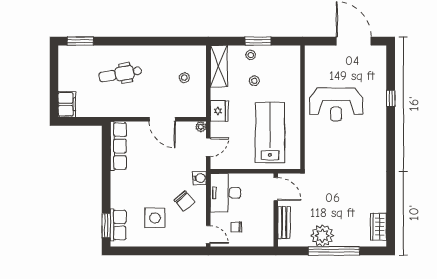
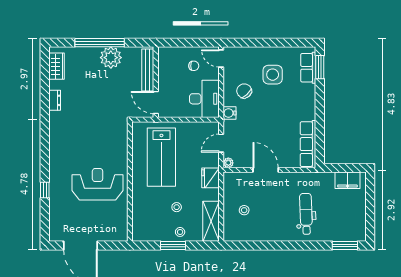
dental chair: (120, 74) -> (306, 214), turned -82
filing cabinet: (67, 104) -> (347, 180), moved, turned -90
dresser: (380, 191) -> (55, 100), added
bench: (284, 223) -> (148, 70), width x1.36

